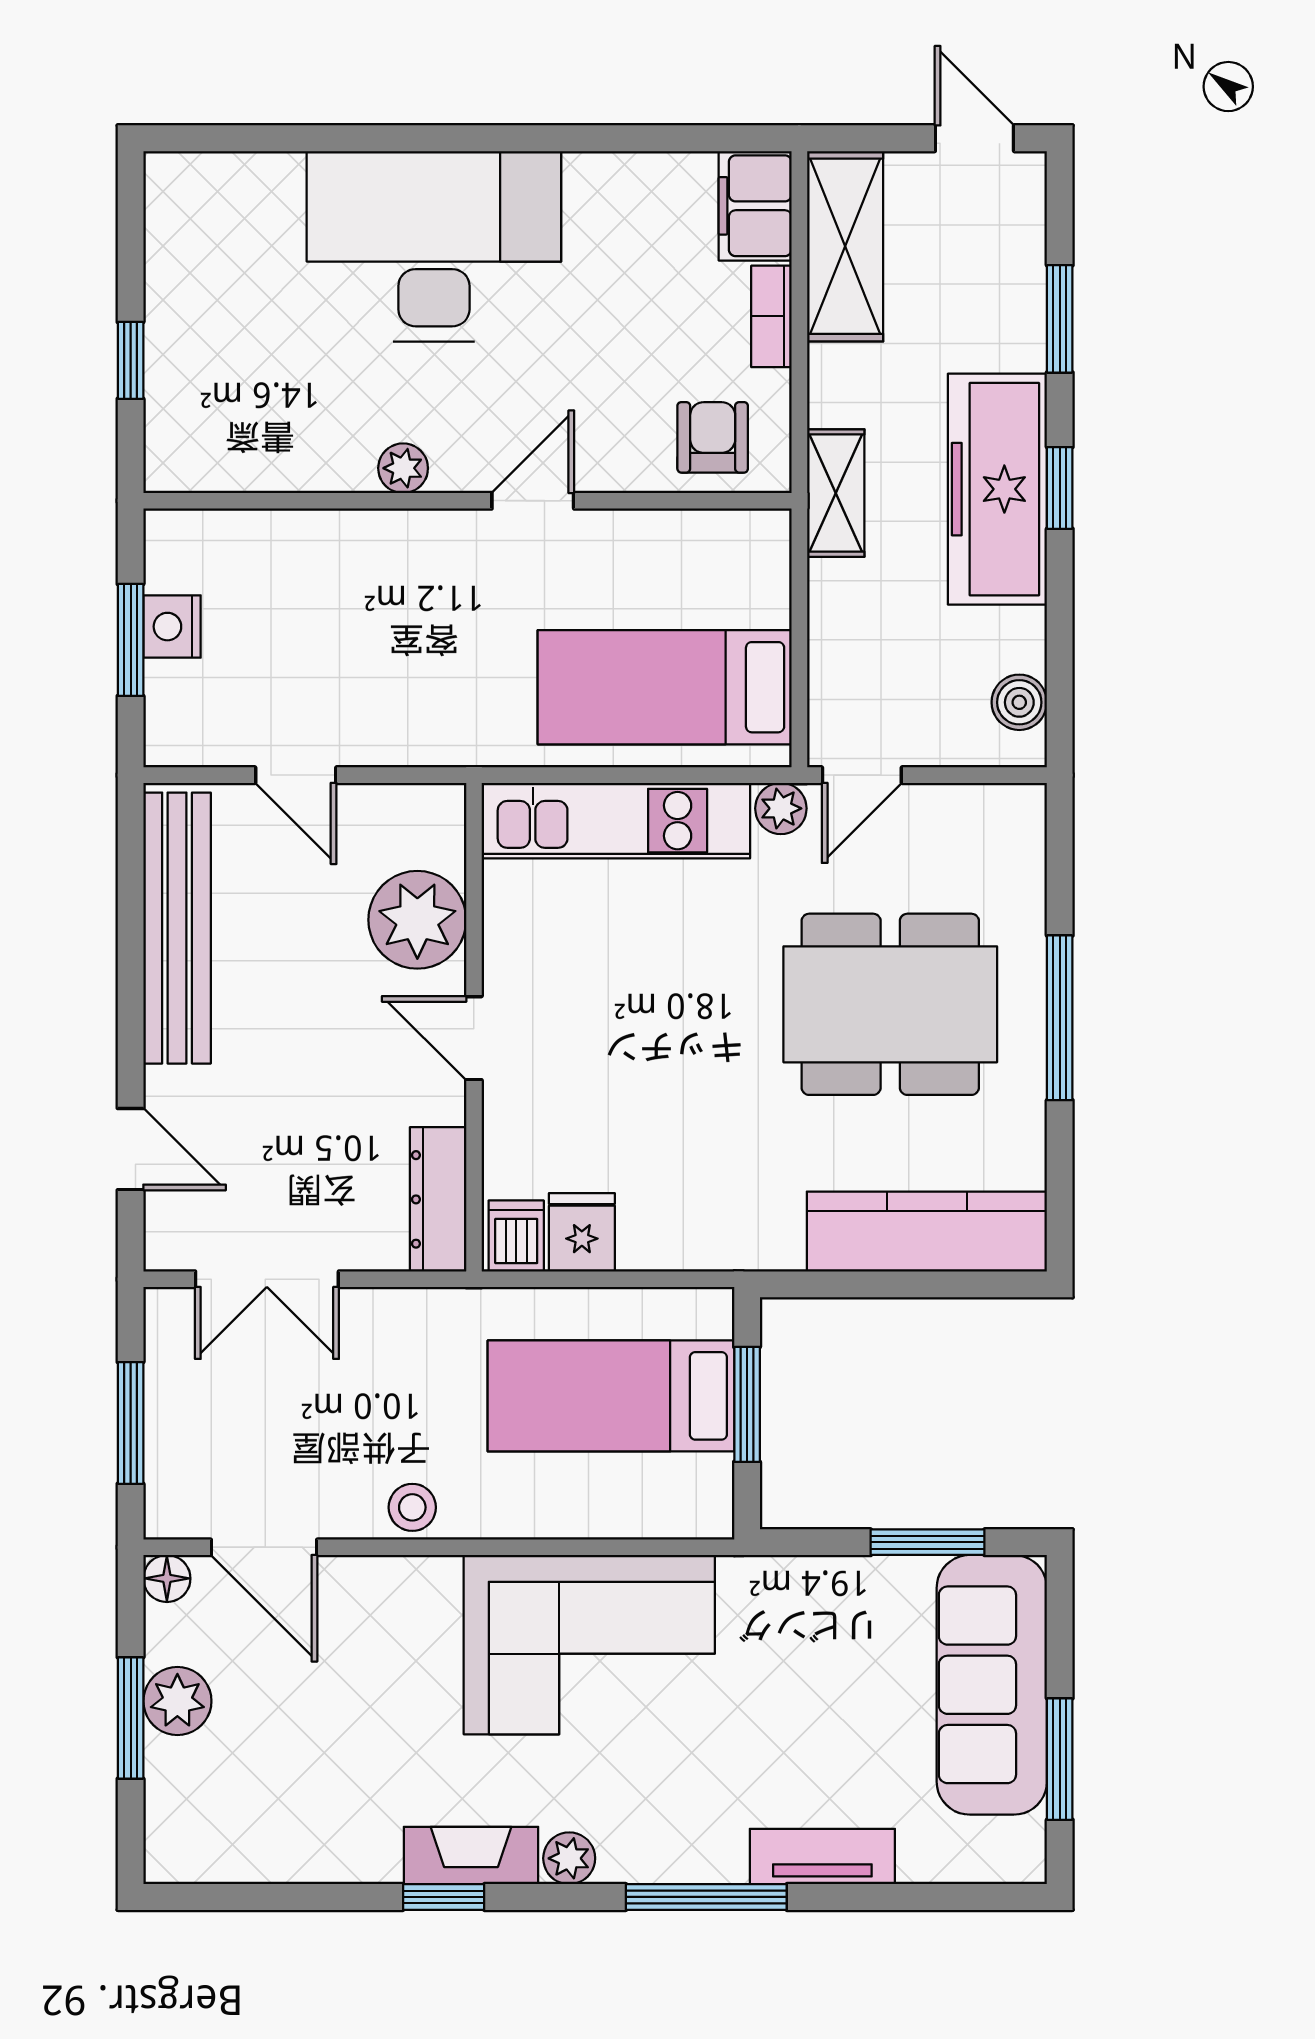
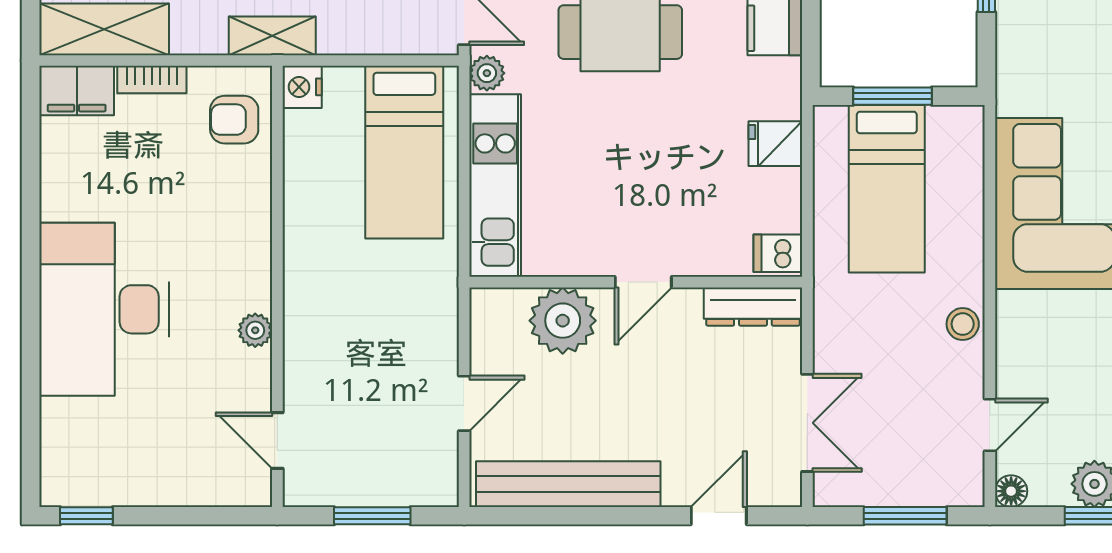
window: (131, 360) -> (86, 516), moved
door: (533, 501) -> (277, 440), moved
nightstand: (172, 627) -> (302, 87), moved, turned 90
fridge: (582, 1232) -> (775, 144), moved
door: (264, 1547) -> (990, 425), width x0.73

